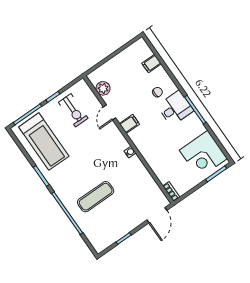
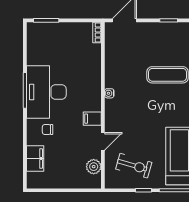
filing cabinet: (152, 64) -> (35, 159), width x2.00
desk: (175, 108) -> (46, 92), width x1.87, depth x1.30
exercise bike: (73, 110) -> (134, 166), turned 106
corner desk: (203, 154) -> (45, 46), removed

